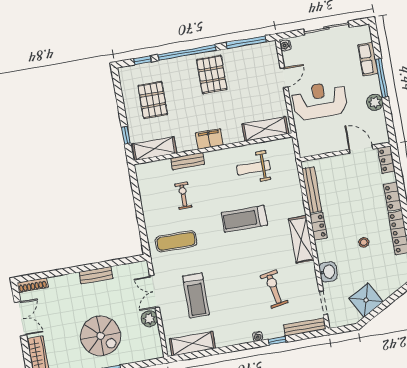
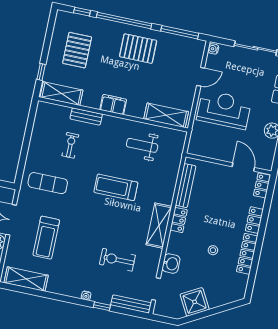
pallet: (212, 75) -> (138, 49), turned 90
exercise bike: (274, 289) -> (117, 260), turned -80

